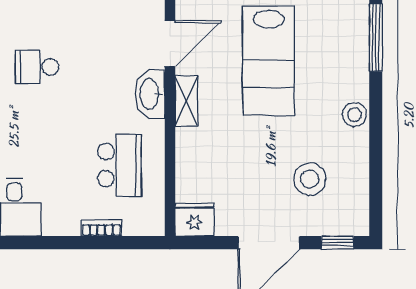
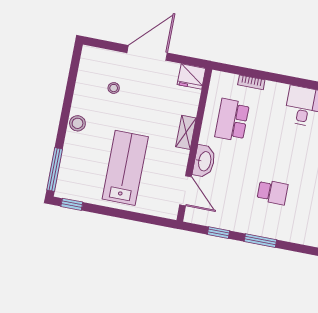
door: (170, 44) -> (186, 191), swing flipped
shelving: (186, 101) -> (186, 132), moved
stool: (310, 179) -> (114, 88), width x0.53, depth x0.53
window: (338, 243) -> (104, 44), removed

